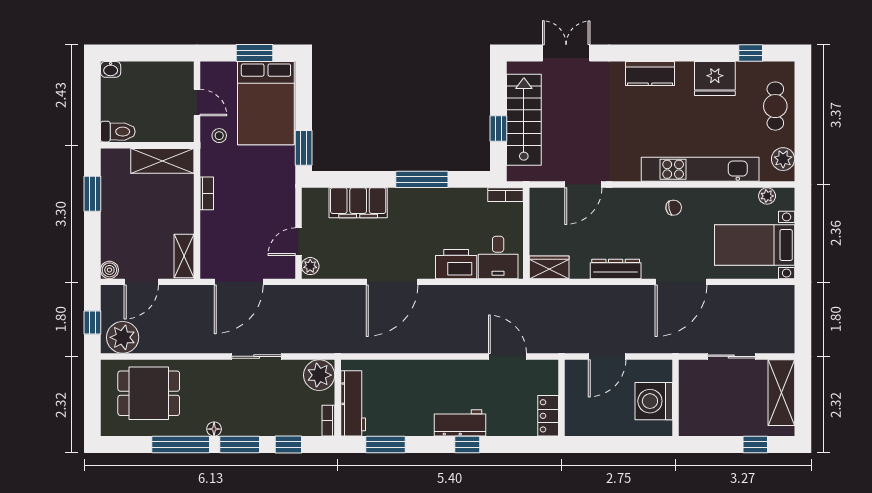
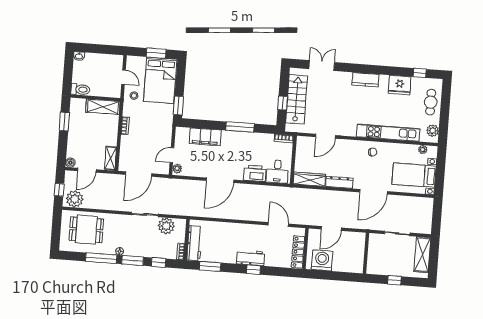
wardrobe: (549, 267) -> (309, 179), width x1.50
plant: (319, 375) -> (166, 226), moved
washing machine: (654, 401) -> (322, 260), moved, turned 90
locker: (548, 416) -> (298, 252), width x1.53
window: (755, 444) -> (394, 280), moved

